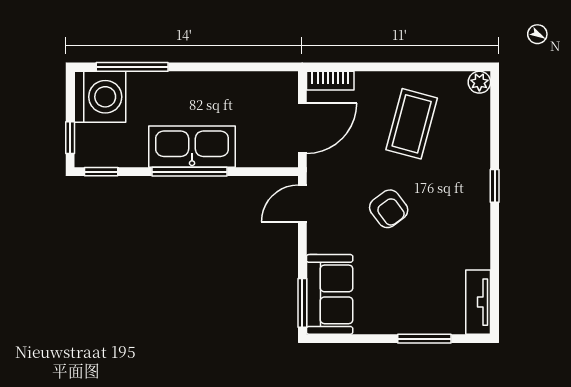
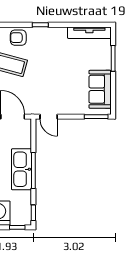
armchair: (389, 209) -> (18, 38), moved, turned -143
sofa: (330, 294) -> (100, 89), moved, turned -90
tv unit: (478, 302) -> (89, 33), width x1.41

